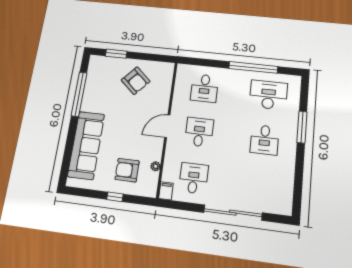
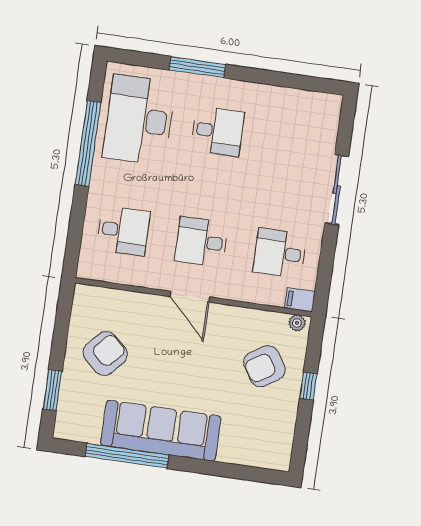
desk: (268, 95) -> (139, 120), width x1.36, depth x1.30
sofa: (86, 145) -> (161, 431), moved
plant: (156, 166) -> (297, 323), moved
armchair: (127, 170) -> (264, 366), turned 57
sliding door: (233, 213) -> (337, 190), width x0.73

